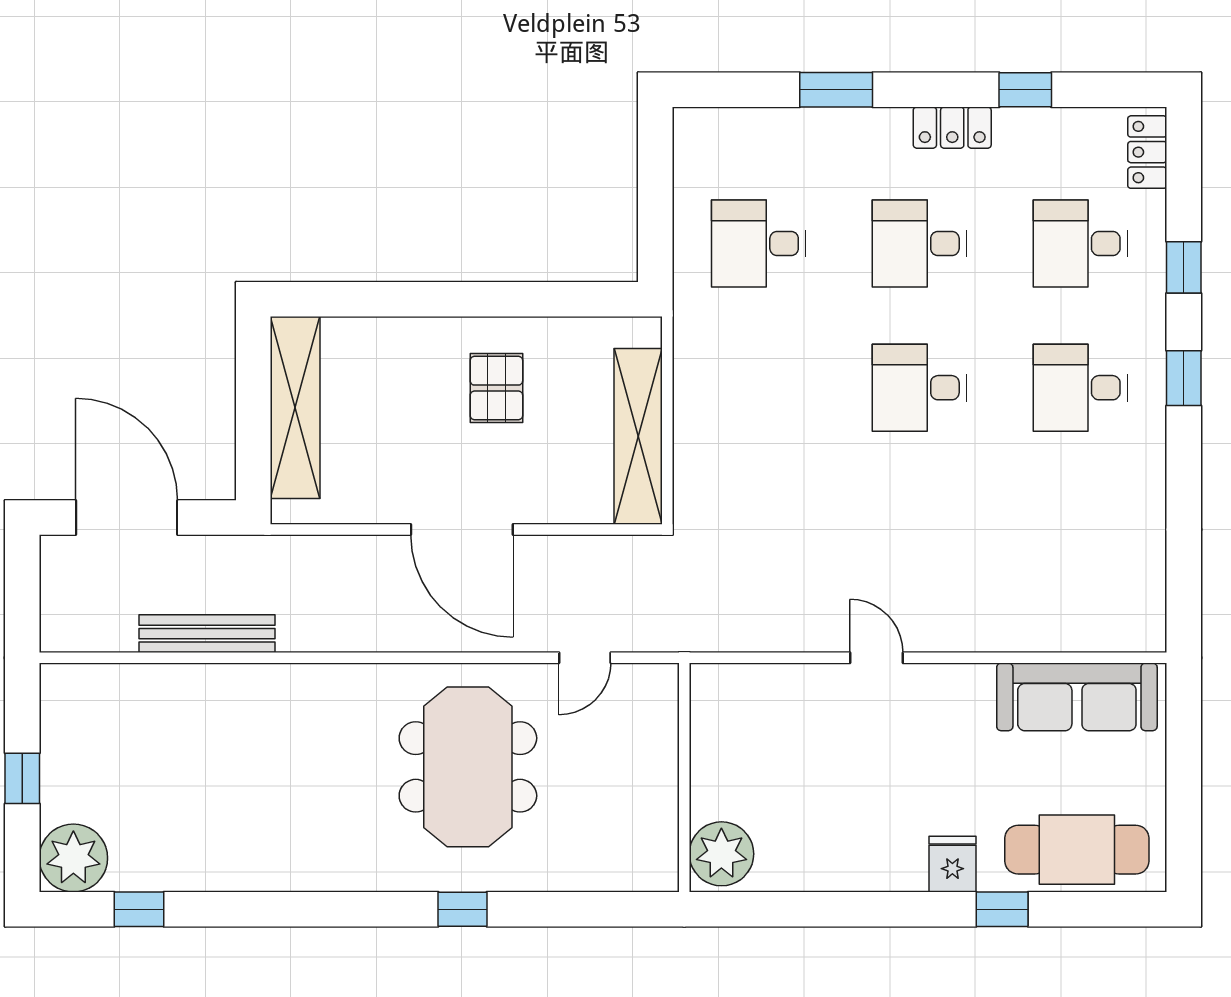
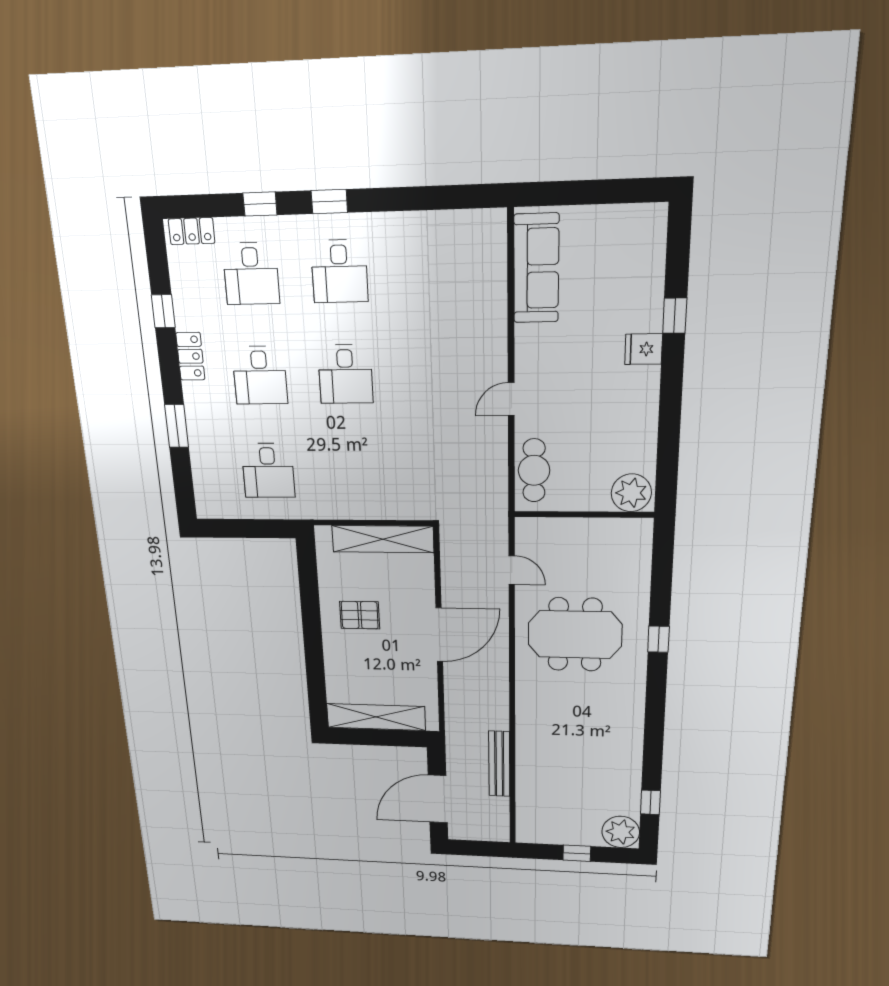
cafe table: (1077, 850) -> (534, 470), moved, width x0.73, depth x0.74

